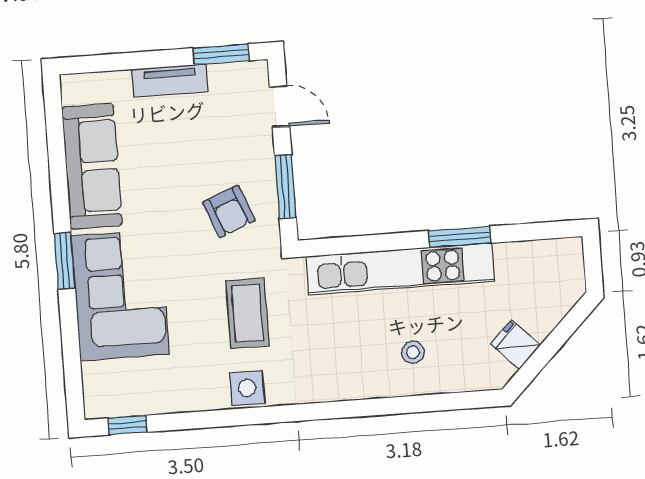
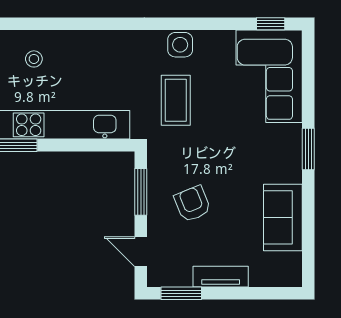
sofa: (92, 166) -> (283, 217), width x0.73
armchair: (229, 211) -> (192, 204), moved
corner sofa: (120, 295) -> (269, 76), moved
stool: (413, 352) -> (34, 59), moved

